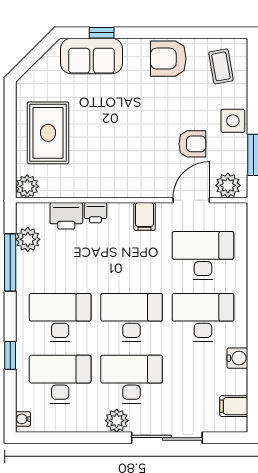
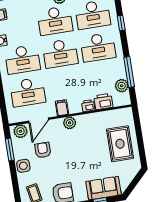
armchair: (192, 144) -> (43, 150), turned 90
plant: (27, 186) -> (70, 123), moved

